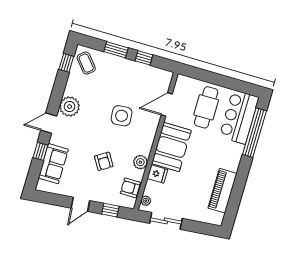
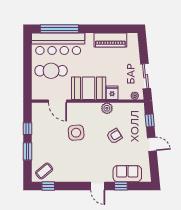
plant: (70, 107) -> (81, 174), removed
bar counter: (239, 117) -> (58, 44), width x1.36
armchair: (130, 188) -> (128, 110), removed

